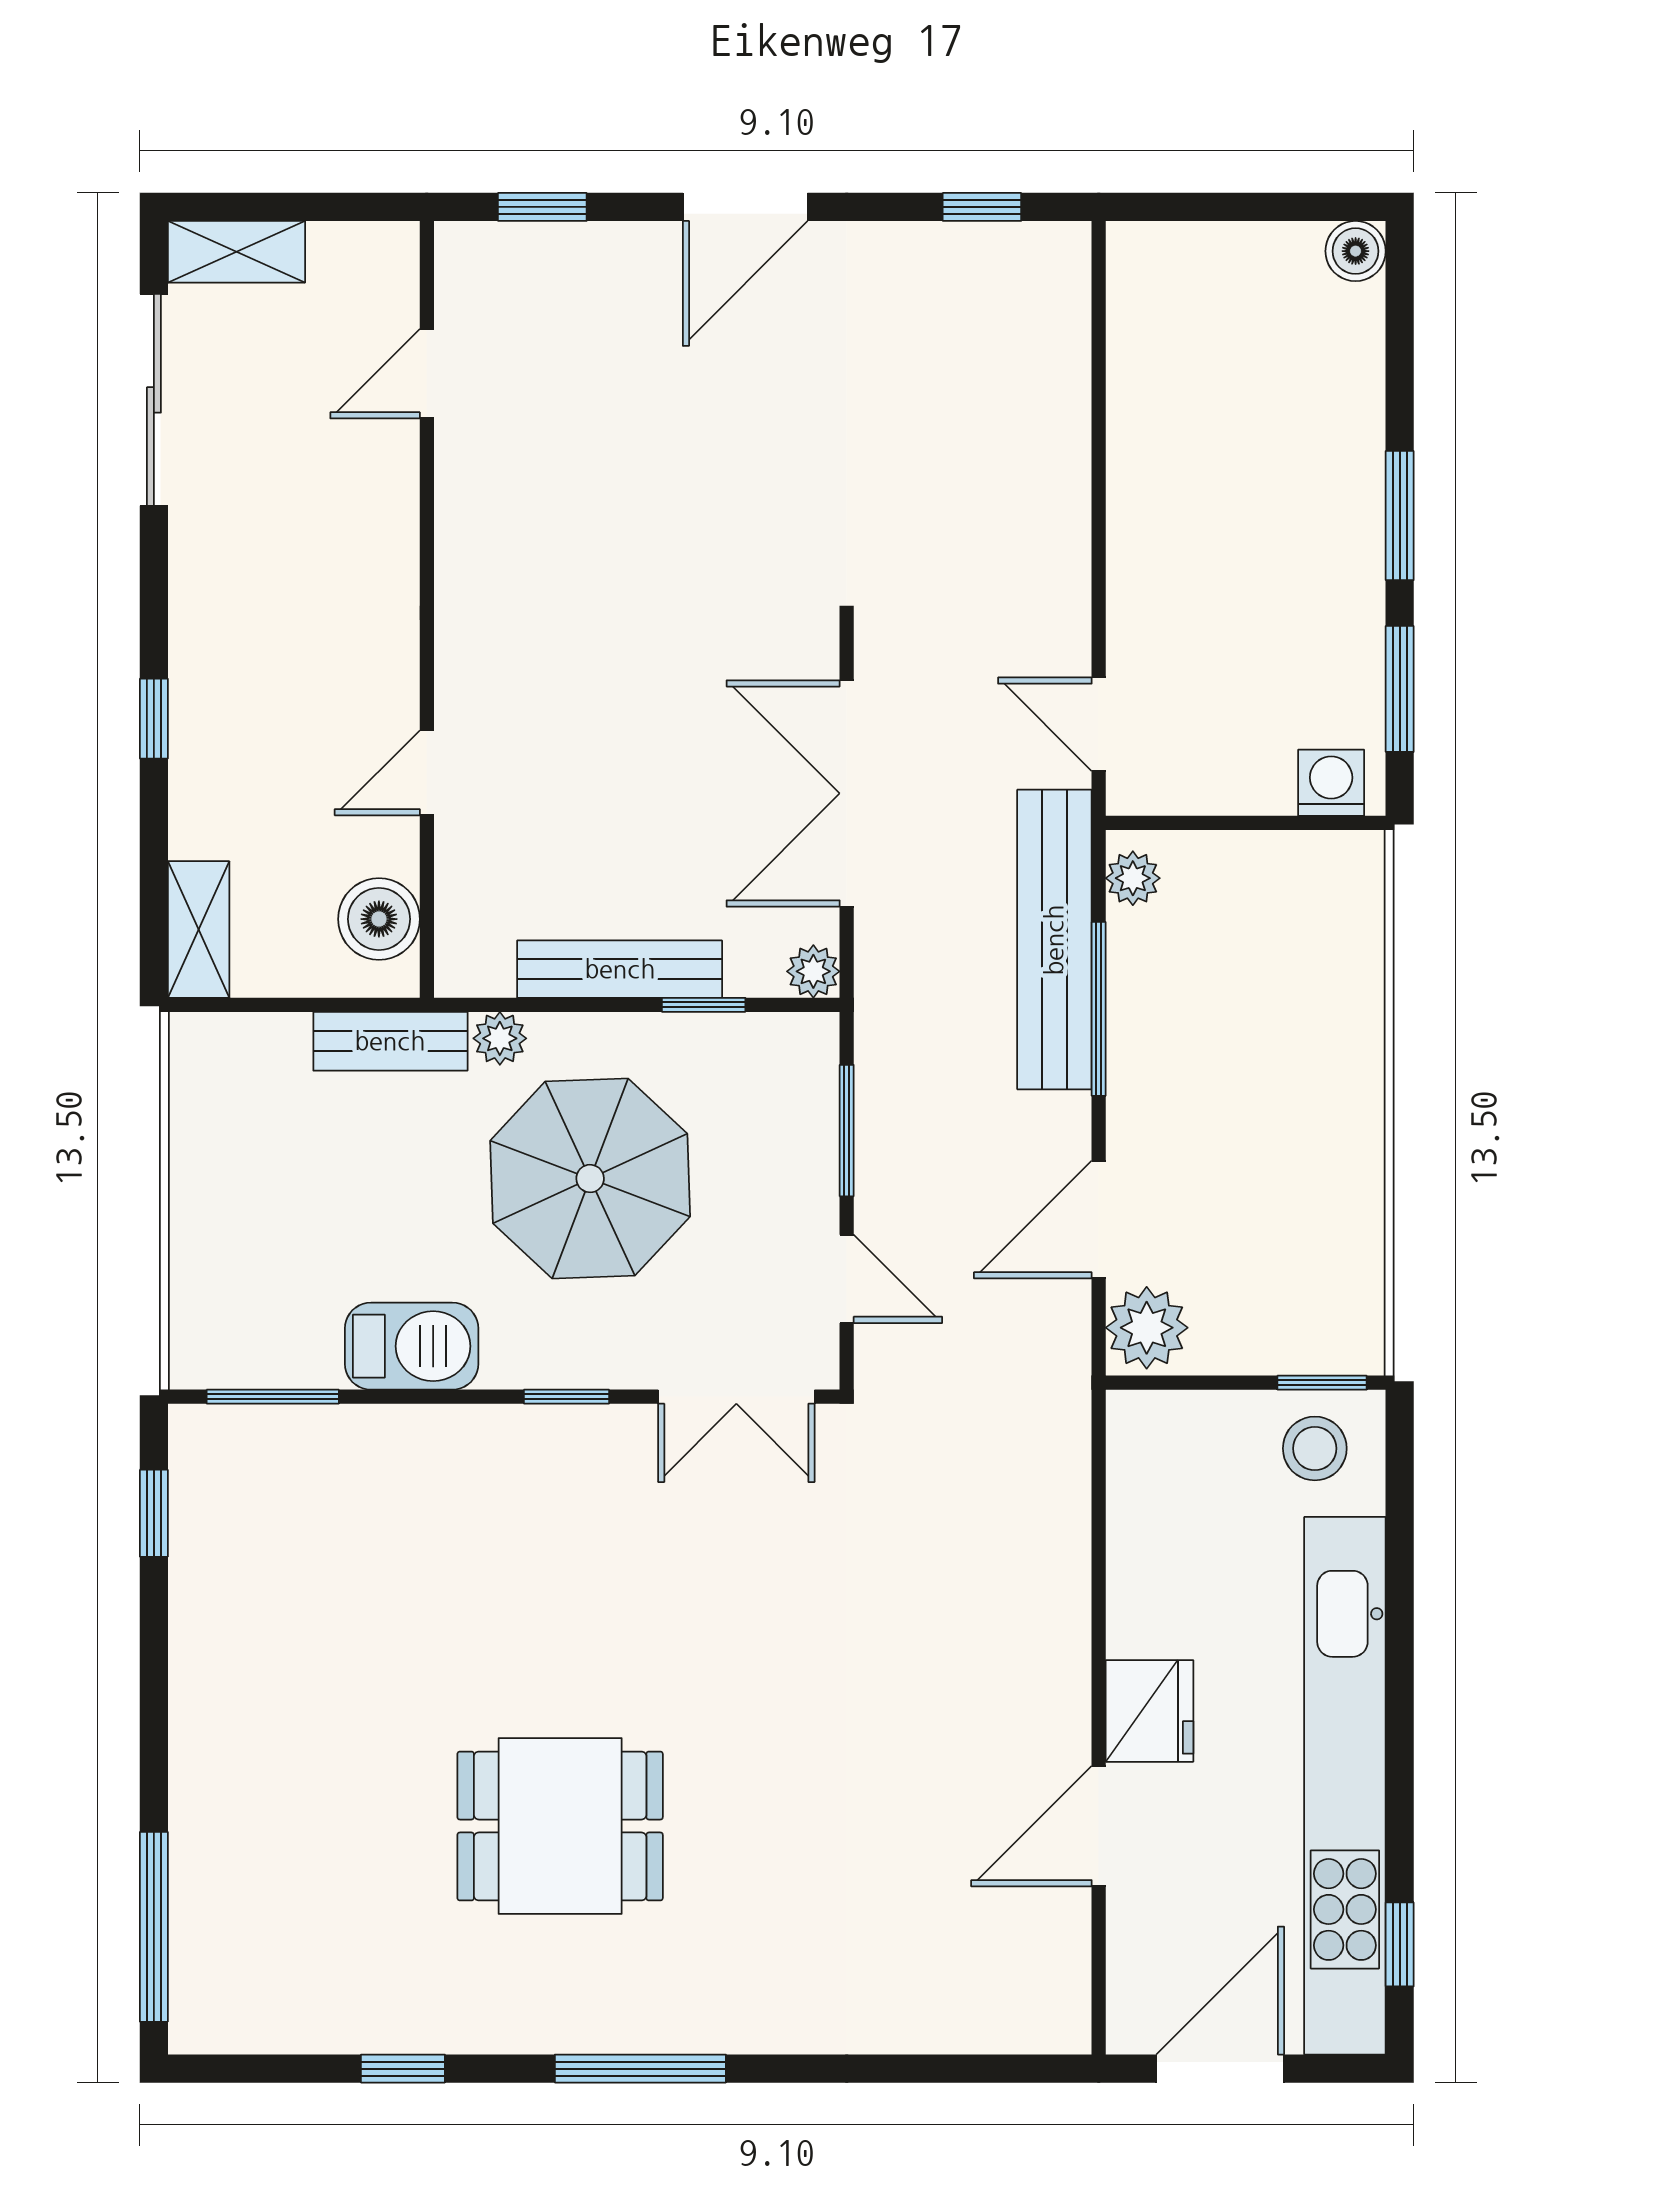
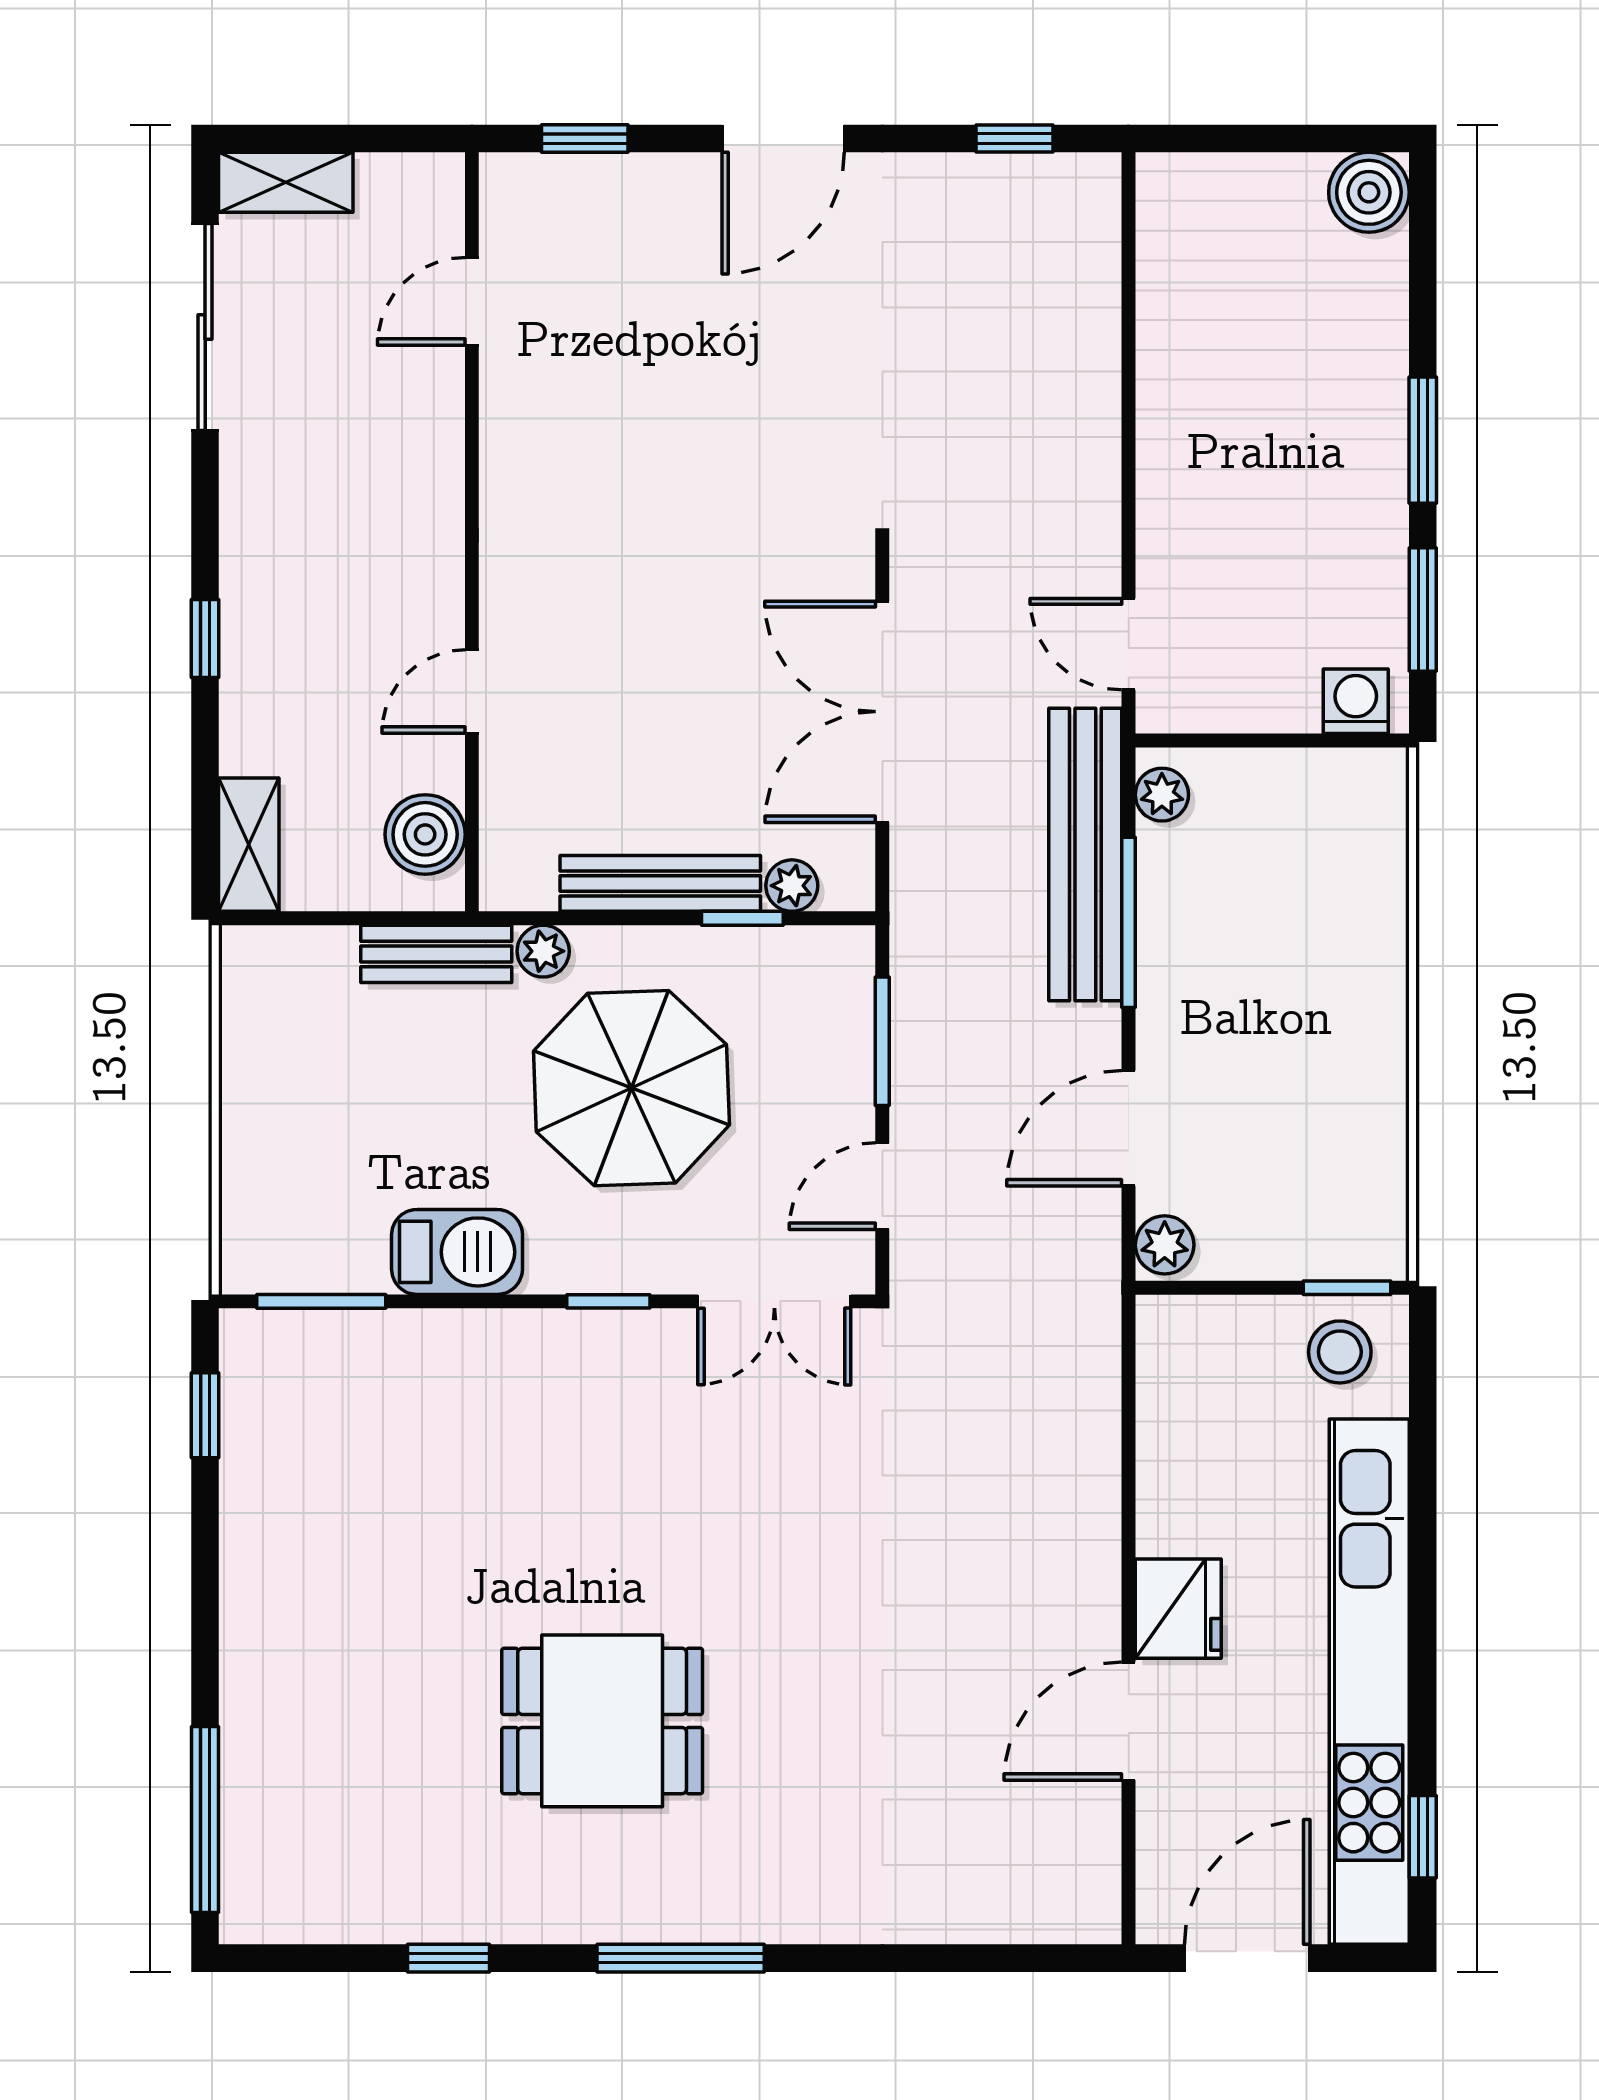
boiler: (1356, 251) -> (1369, 192), width x1.36, depth x1.36
plant: (813, 971) -> (792, 886), moved
door: (847, 1279) -> (882, 1186), swing flipped
plant: (1147, 1328) -> (1165, 1245), width x0.73, depth x0.73

